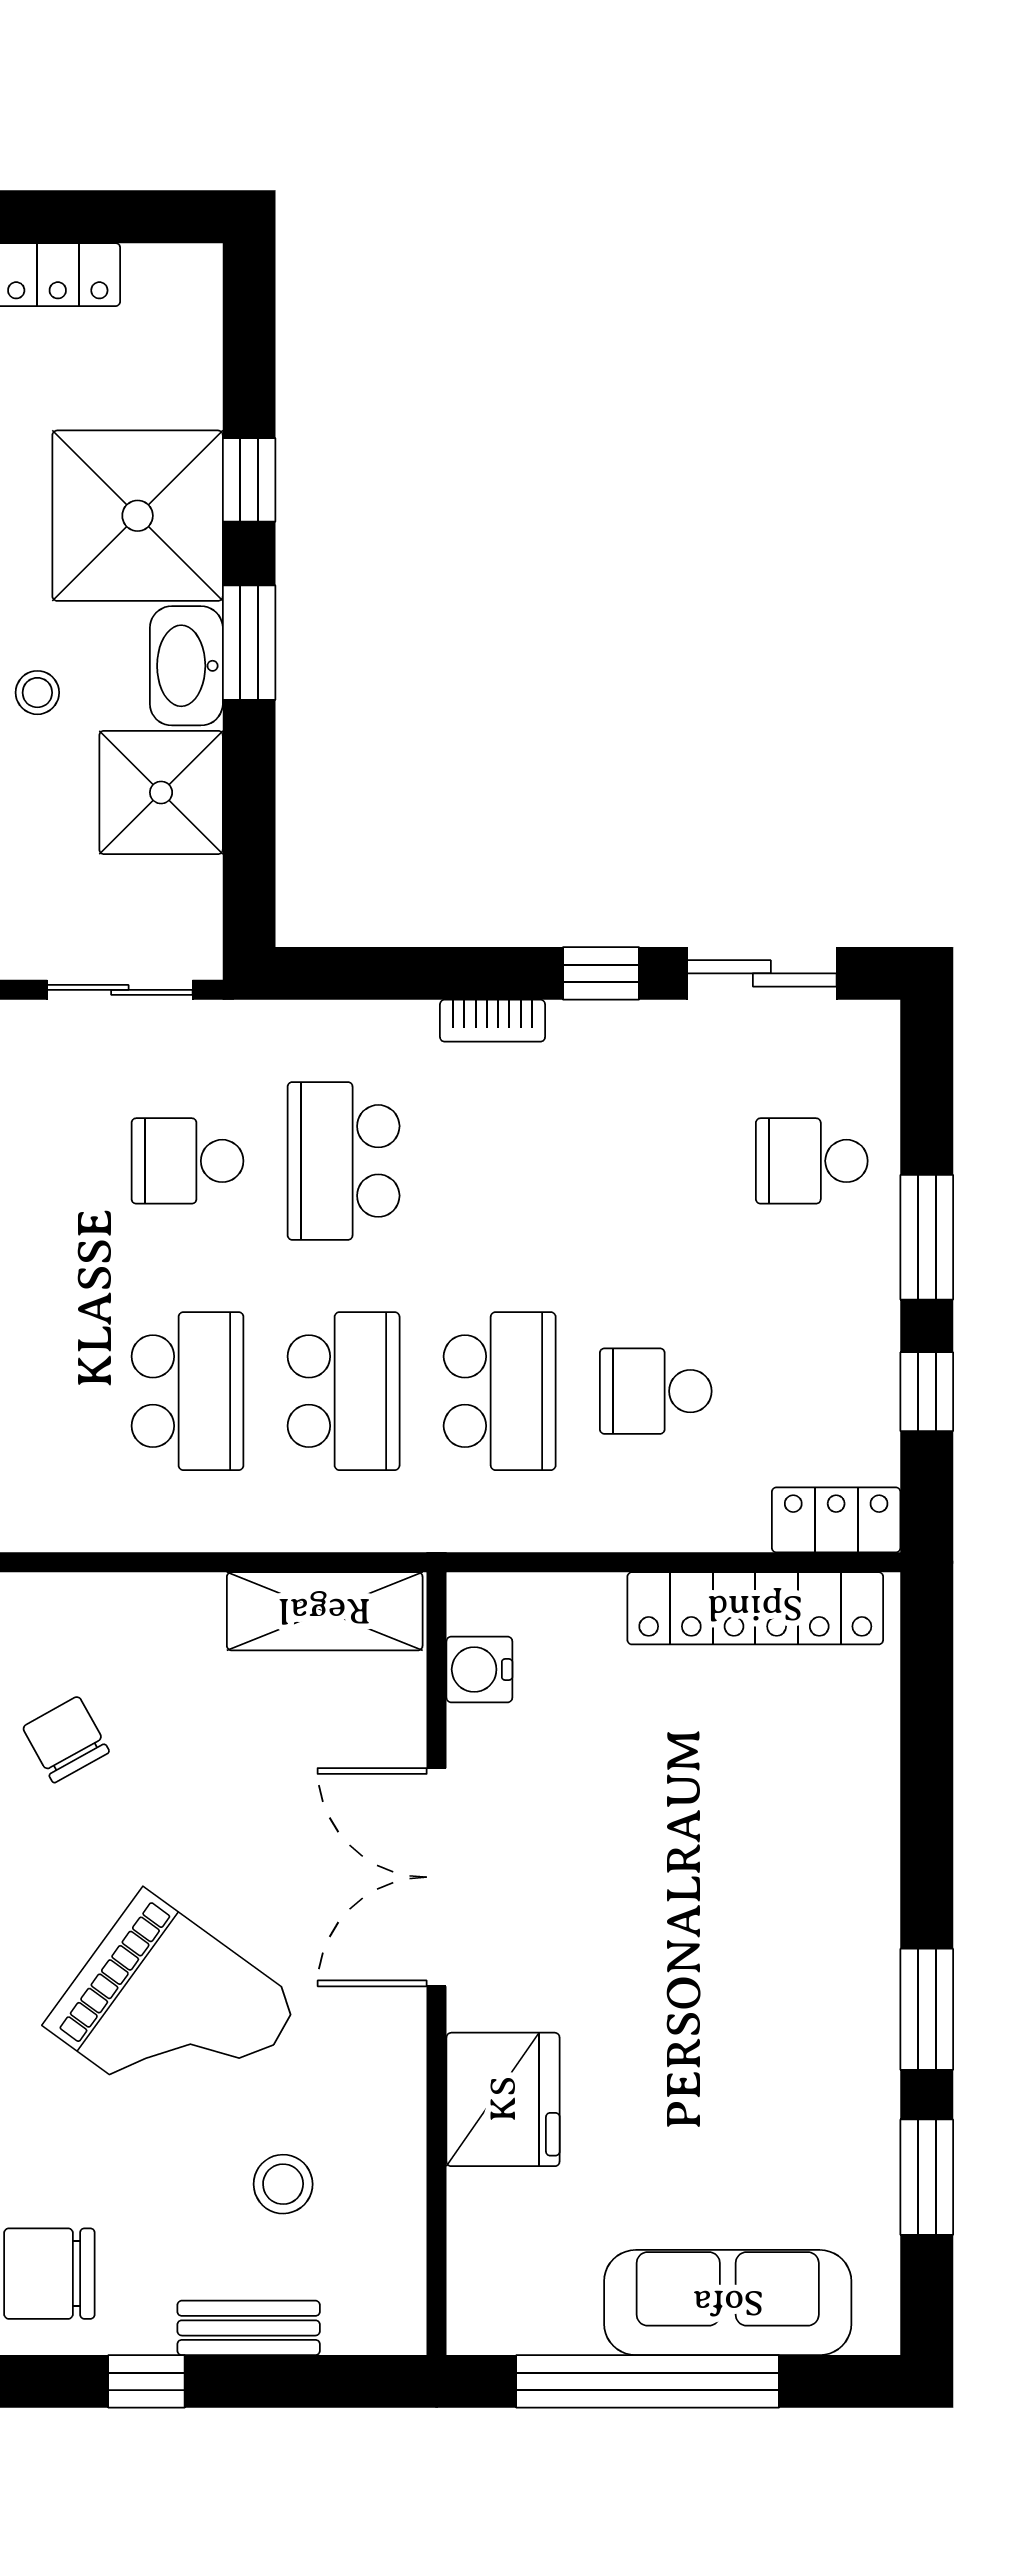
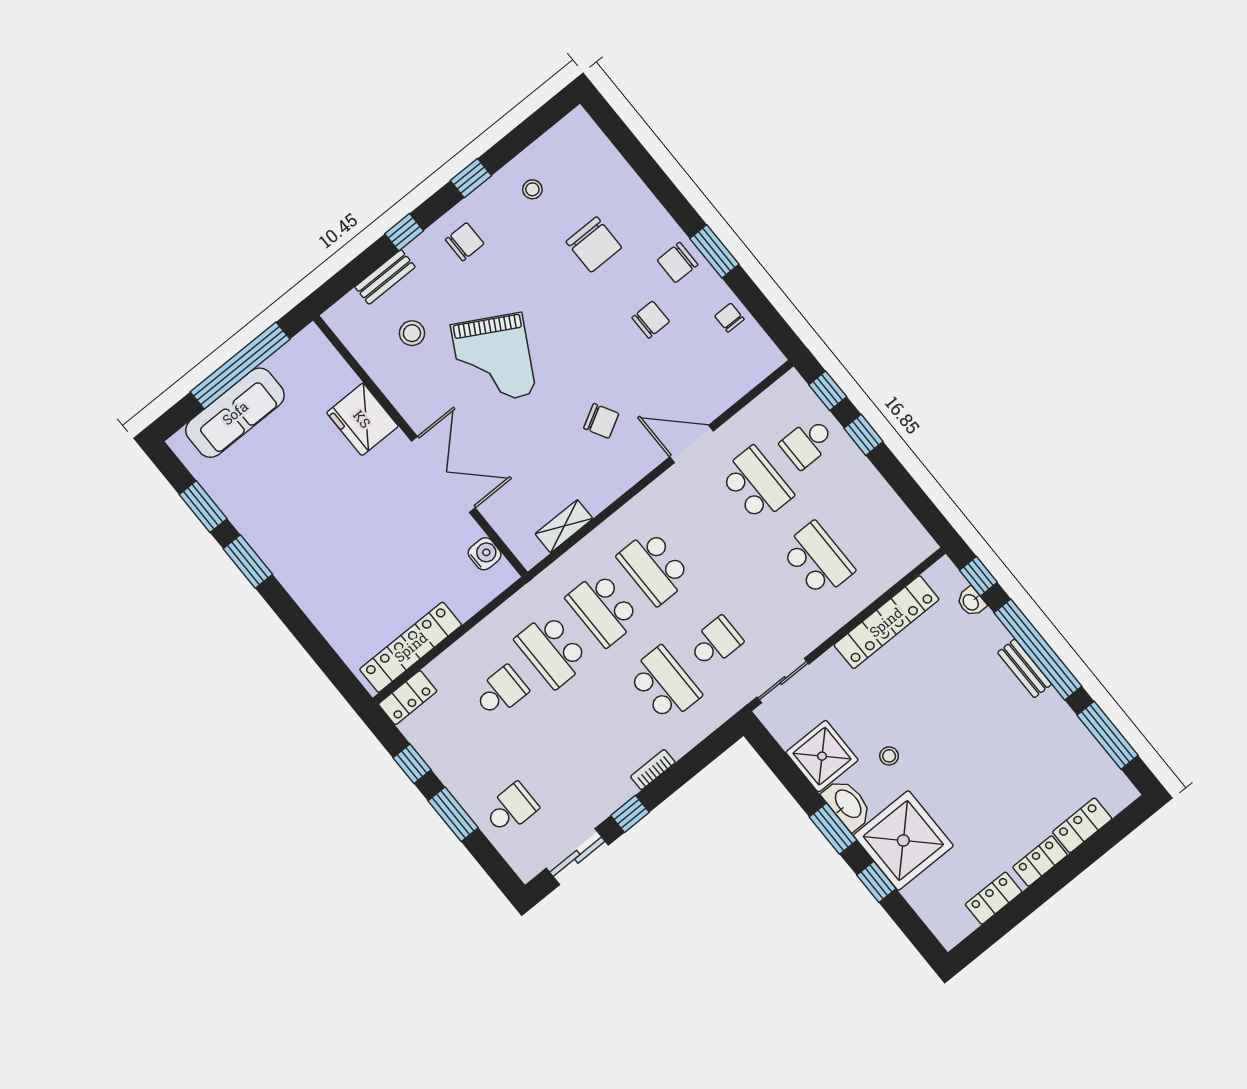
shelving: (325, 1611) -> (564, 526), width x0.67, depth x0.75
grand piano: (173, 2014) -> (493, 359), turned -97
chair: (49, 2274) -> (465, 242), width x0.73, depth x0.73

